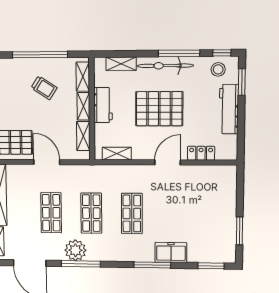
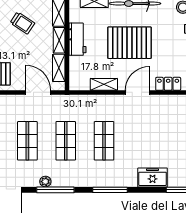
shelving: (117, 154) -> (104, 84), moved
door: (47, 162) -> (38, 92), moved
plant: (75, 250) -> (45, 182), width x0.53, depth x0.53
freezer: (171, 252) -> (153, 177), moved
window: (152, 265) -> (110, 190), moved

